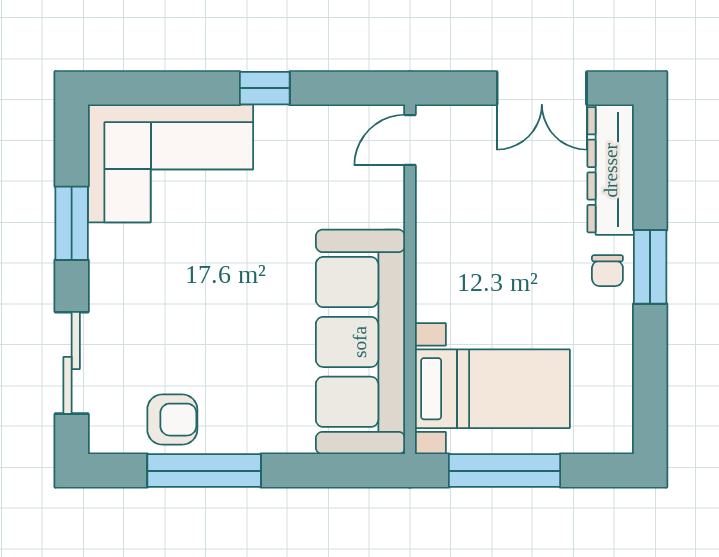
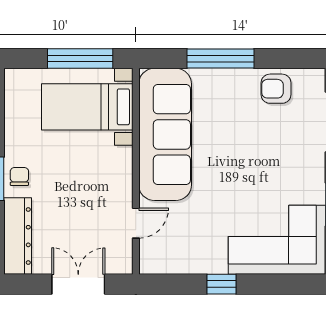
double door: (542, 88) -> (78, 284), moved
door: (410, 140) -> (136, 223), moved
window: (204, 471) -> (221, 59), moved

